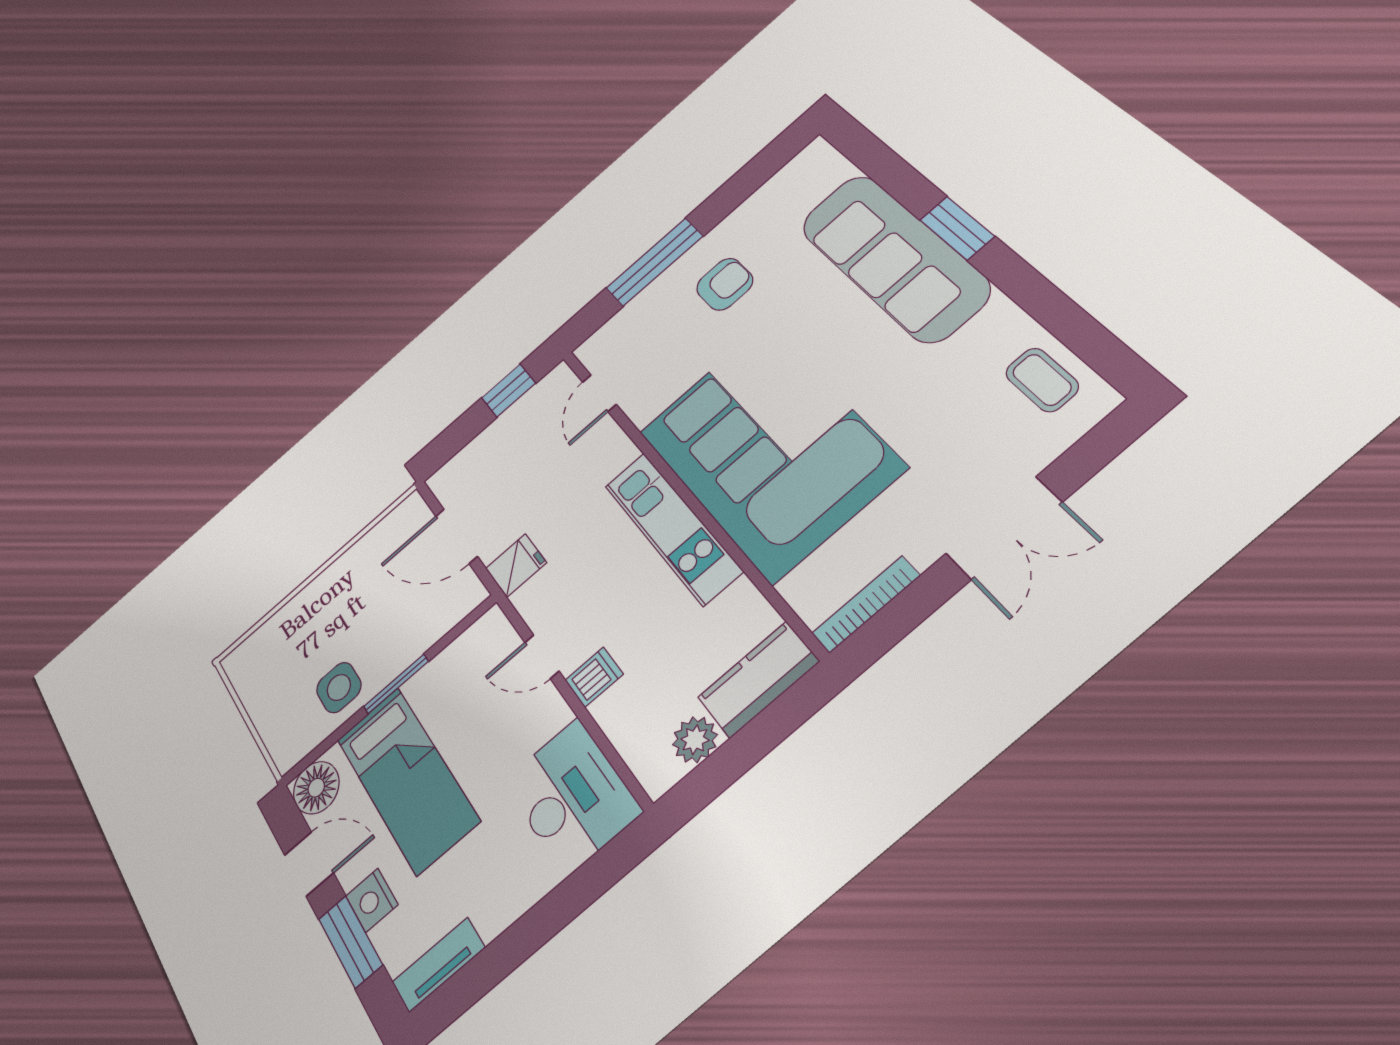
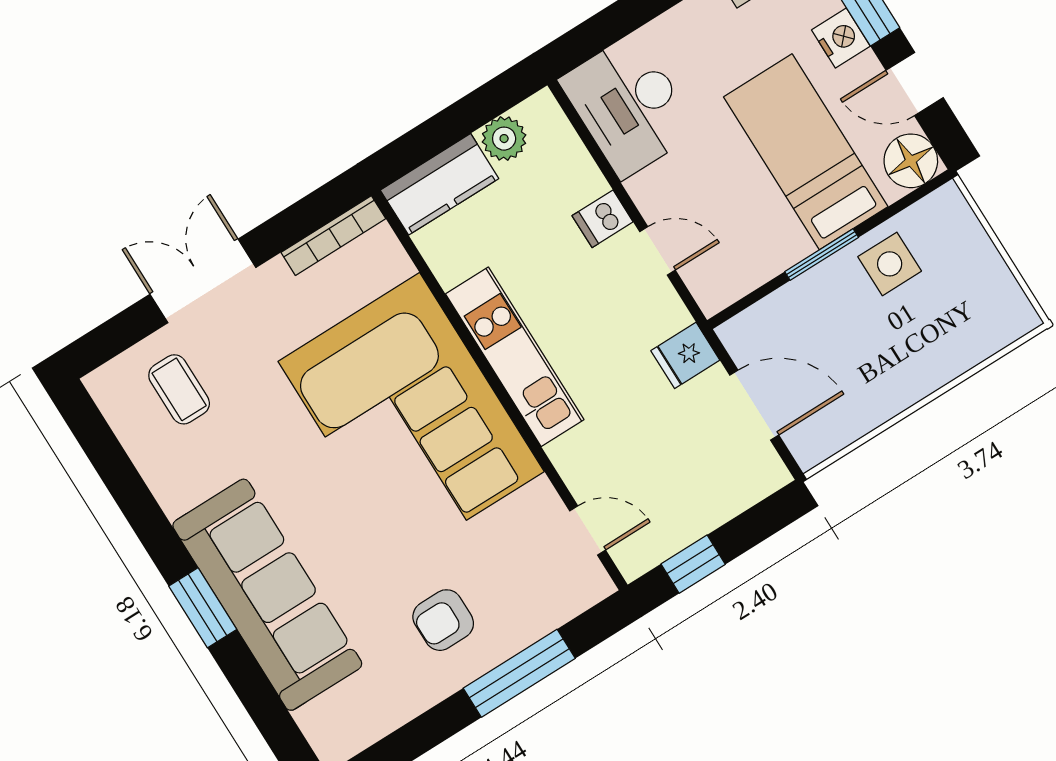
coffee table: (1042, 380) -> (179, 389), moved
door: (599, 393) -> (588, 530), hinge flipped

